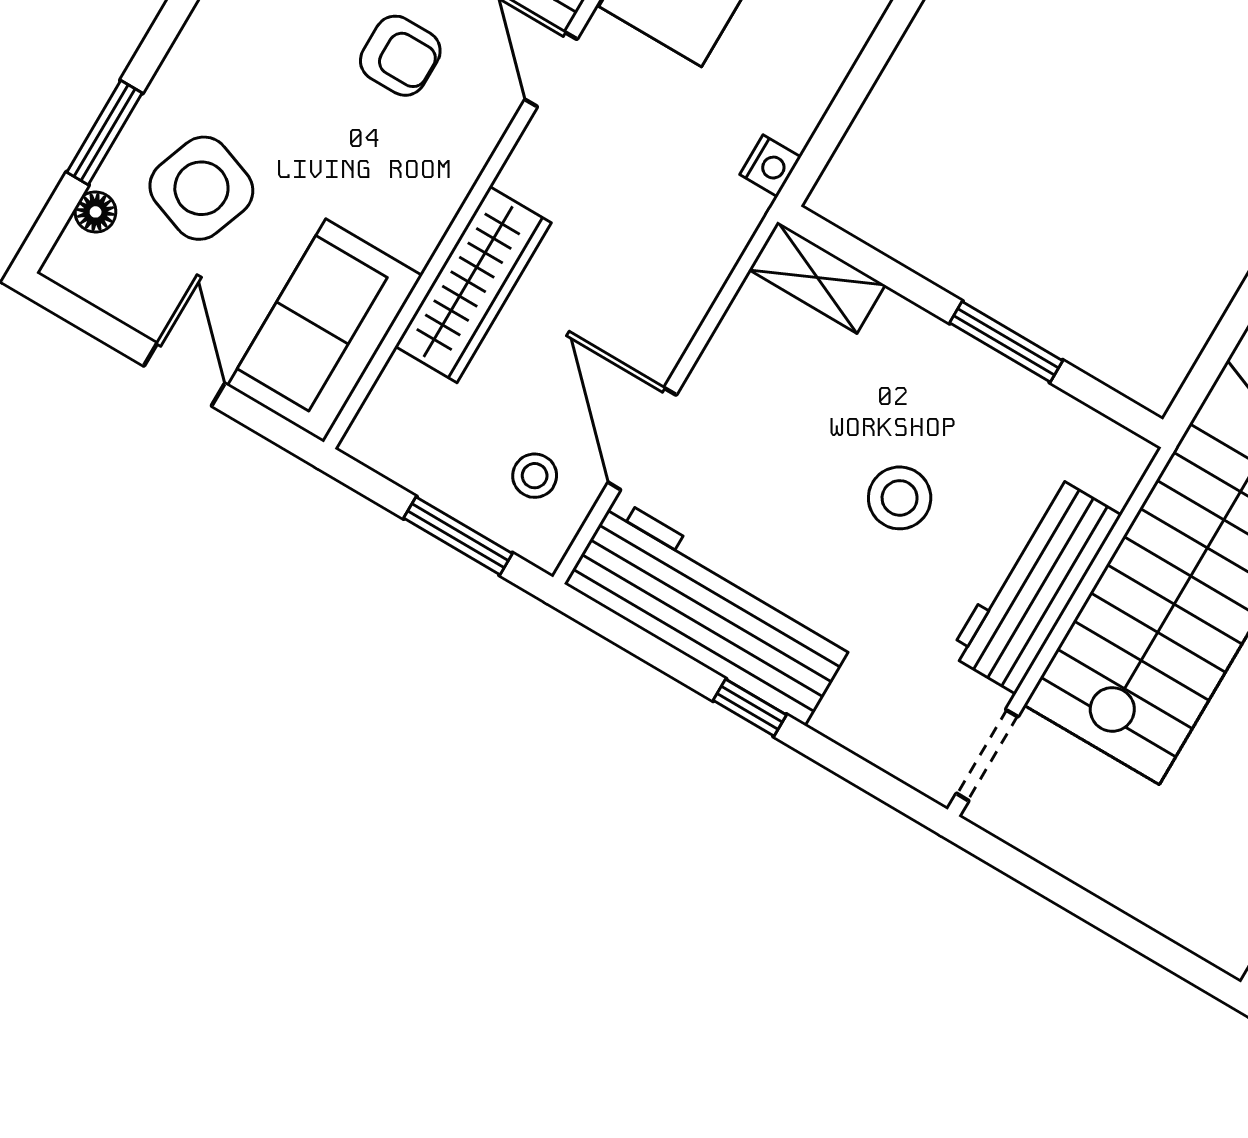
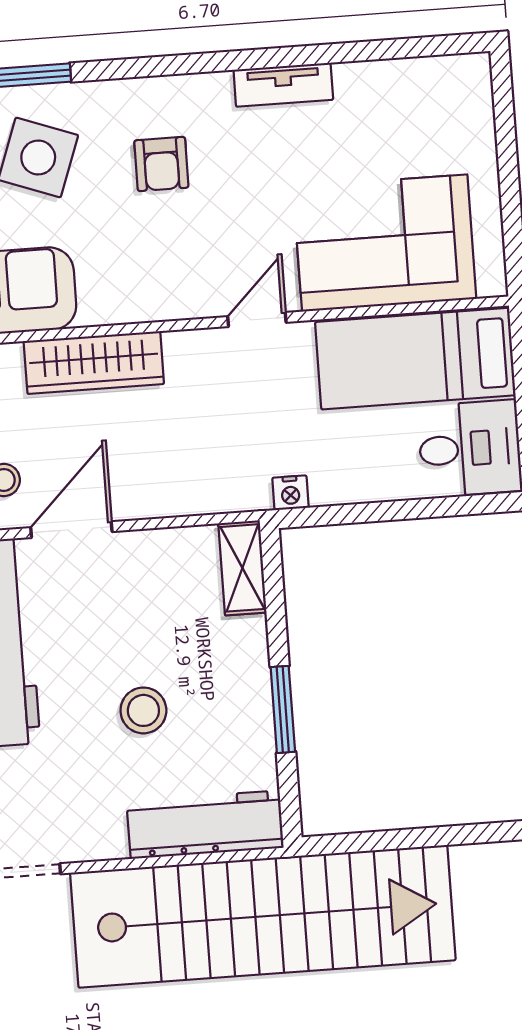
armchair: (400, 56) -> (161, 164), moved
workbench: (1035, 585) -> (205, 825), moved

